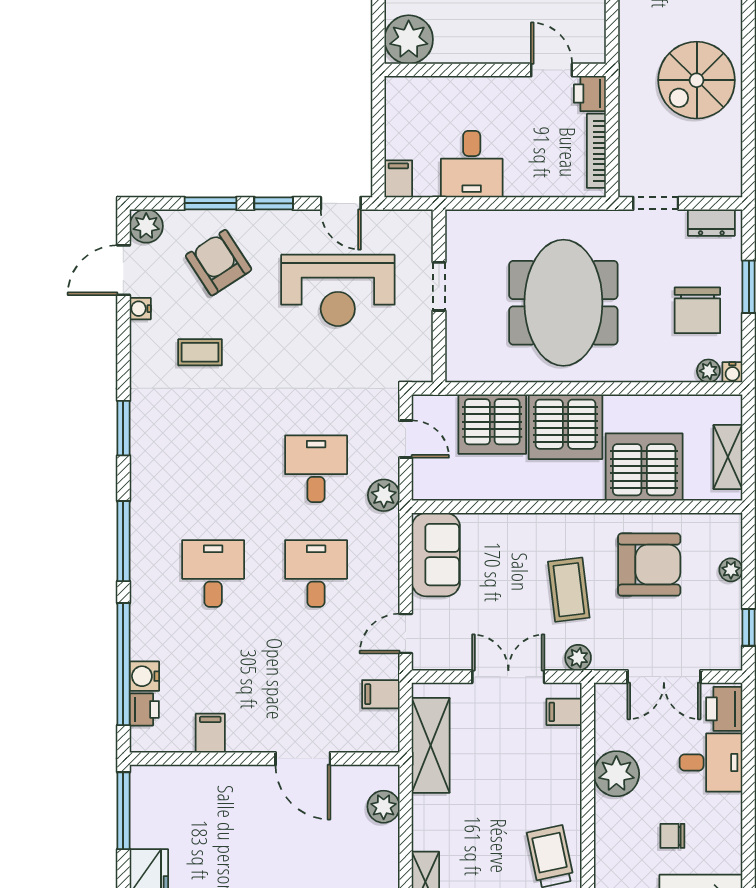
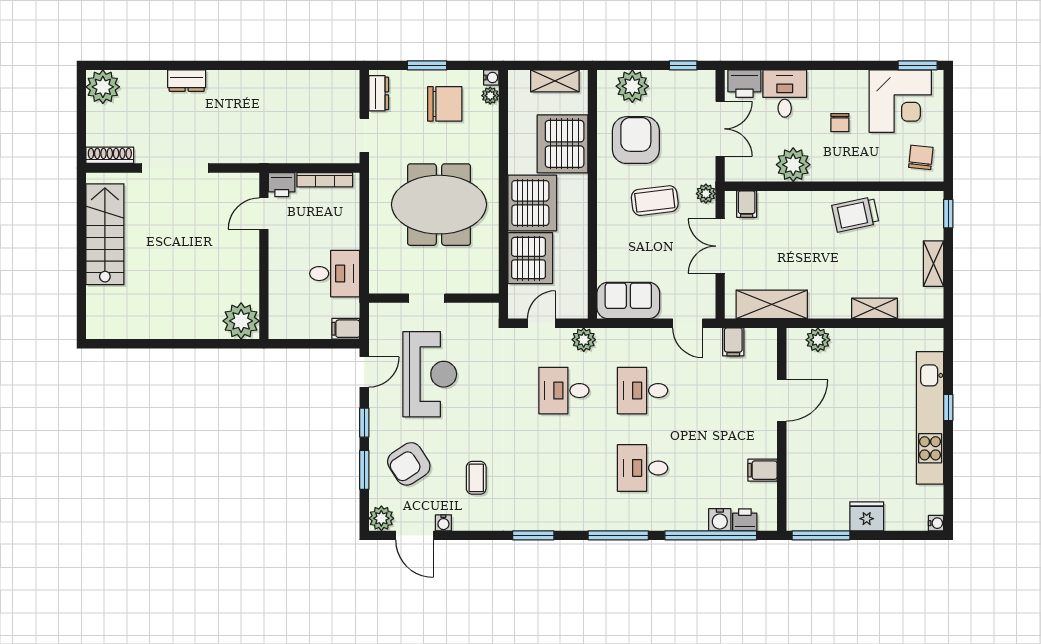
spiral stairs: (697, 80) -> (272, 104), removed
plant: (731, 570) -> (632, 86), width x1.88, depth x1.88

